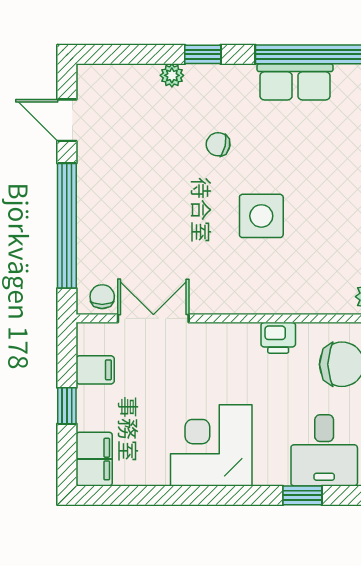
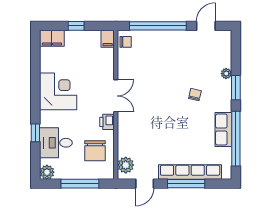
window: (203, 54) -> (236, 88), width x1.50
side table: (261, 216) -> (162, 114), removed
double door: (153, 318) -> (116, 96), moved
filing cabinet: (95, 370) -> (108, 39), moved

